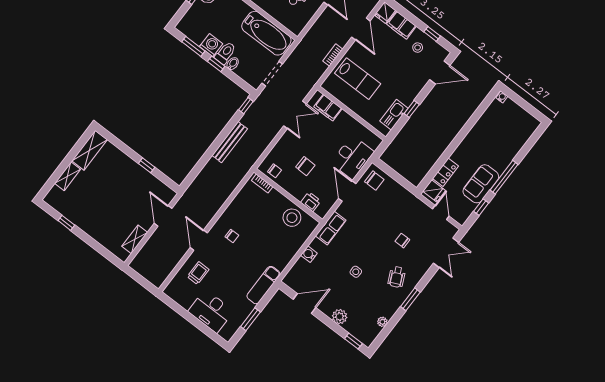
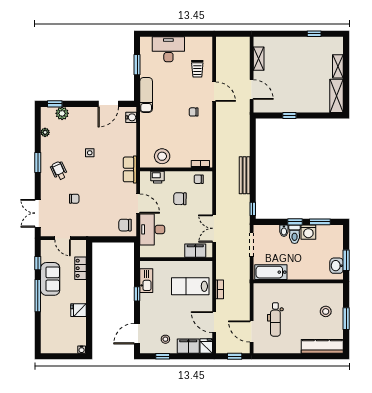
bathtub: (266, 33) -> (271, 272), width x0.73, depth x0.73
fridge: (434, 191) -> (79, 310), moved
water cooler: (309, 254) -> (131, 117), moved
plant: (340, 317) -> (62, 113), moved

